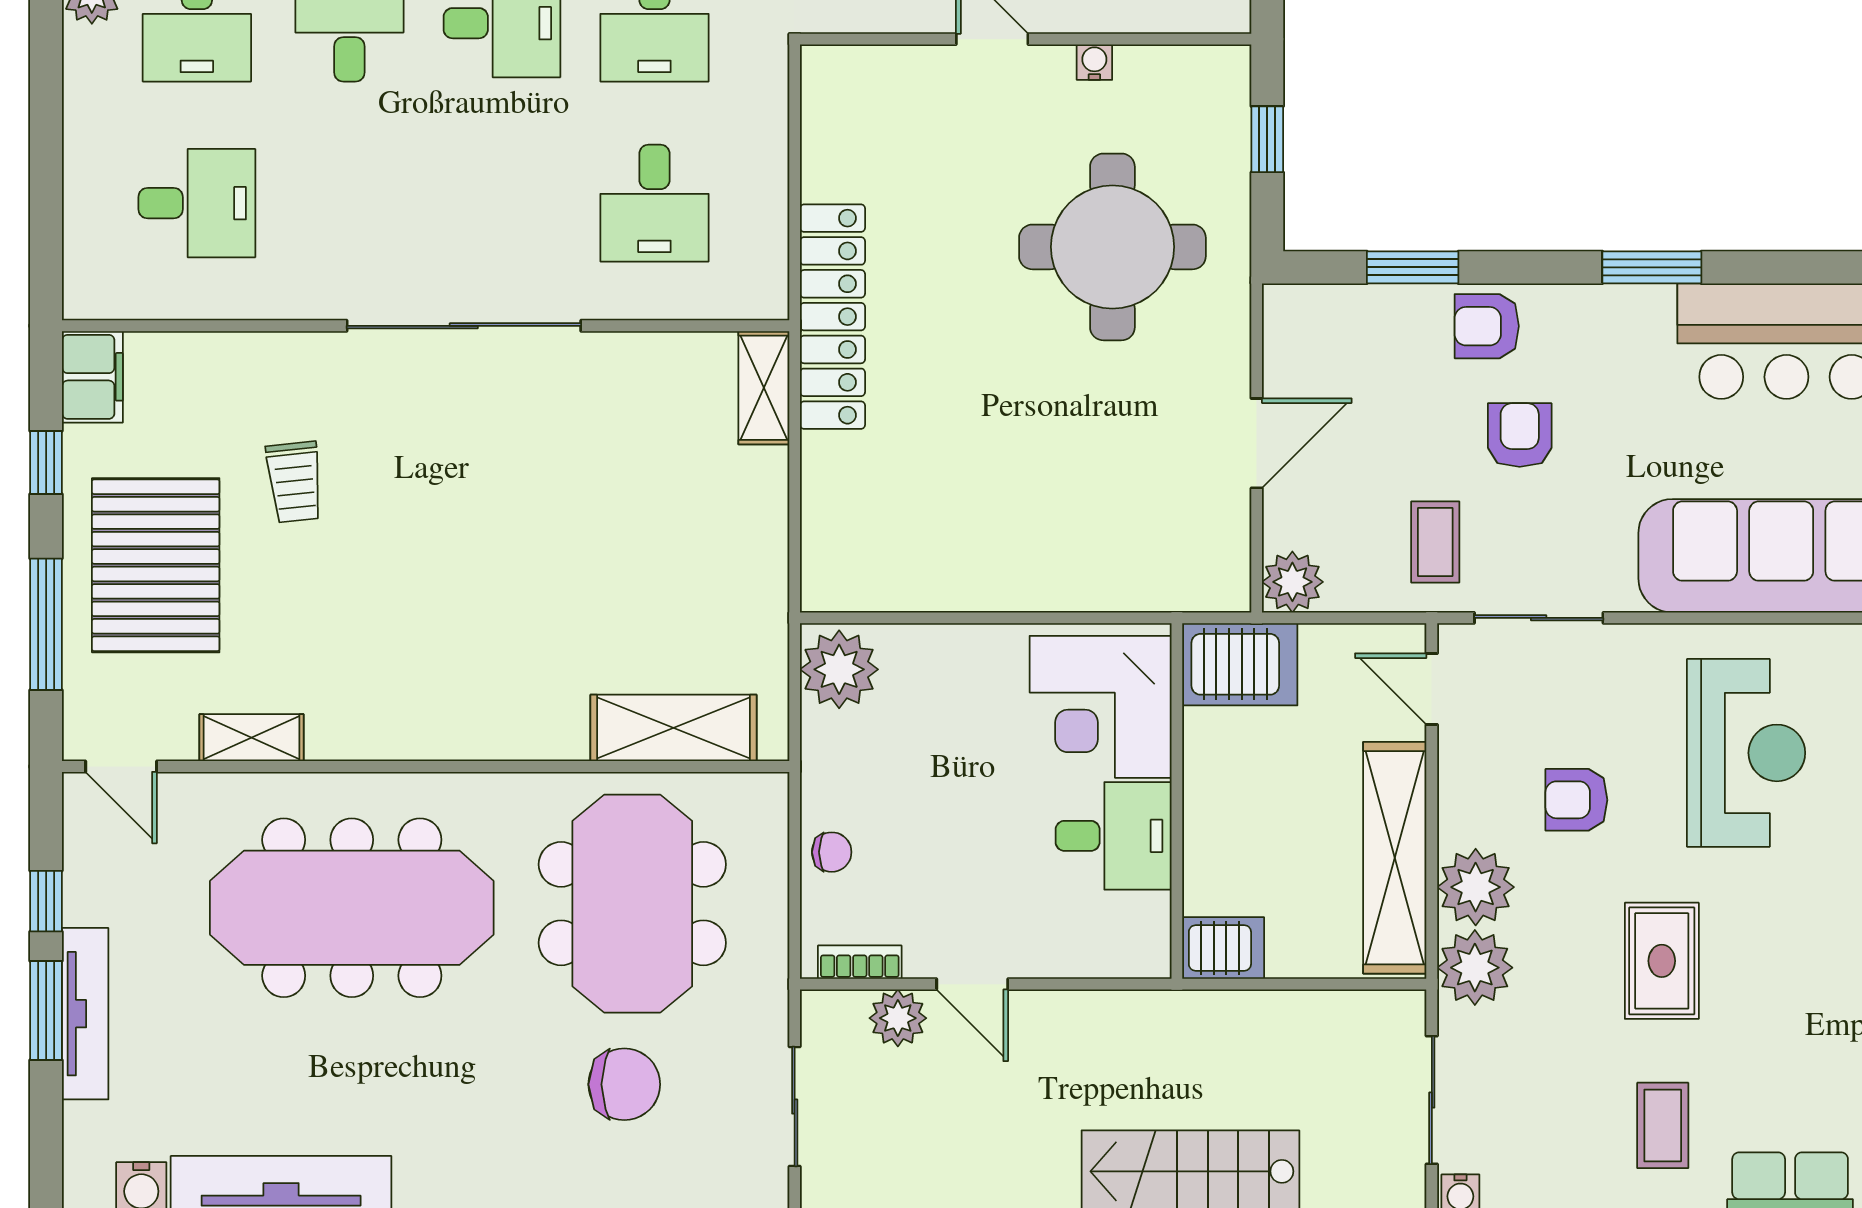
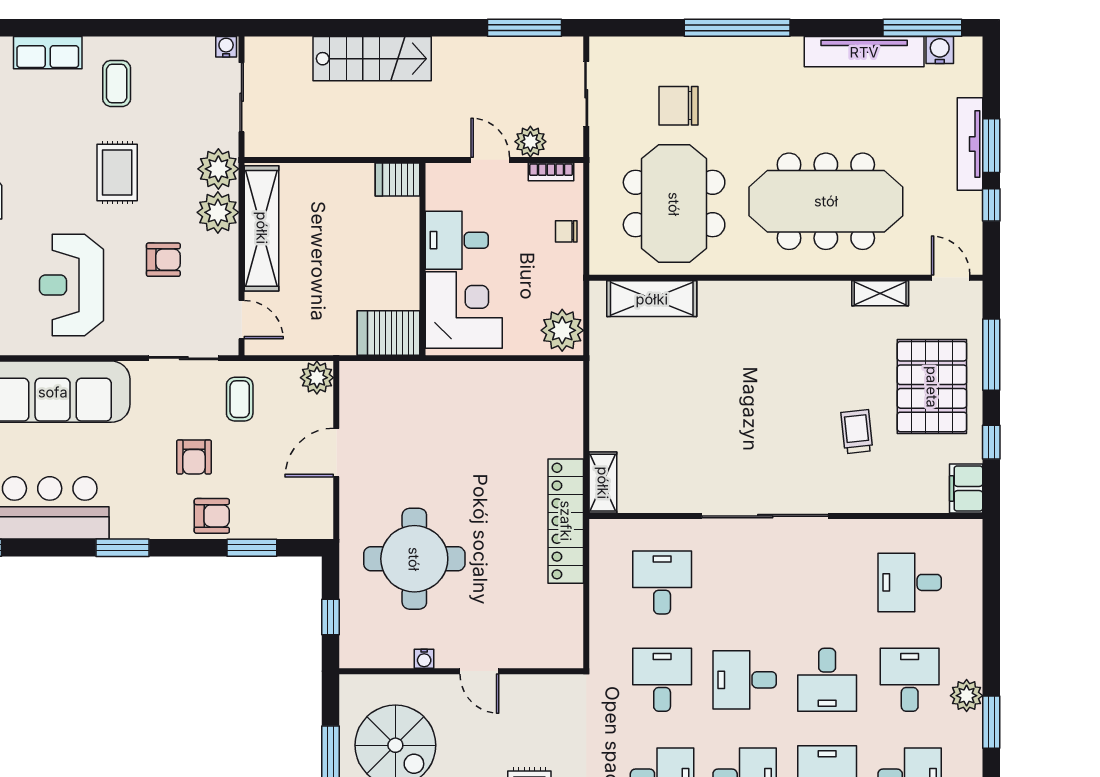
server rack: (1240, 664) -> (388, 333), moved
corner desk: (1101, 707) -> (464, 310), moved
wall: (1177, 801) -> (423, 259), moved
desk: (1114, 836) -> (457, 240), moved
server rack: (1223, 948) -> (397, 180), moved

